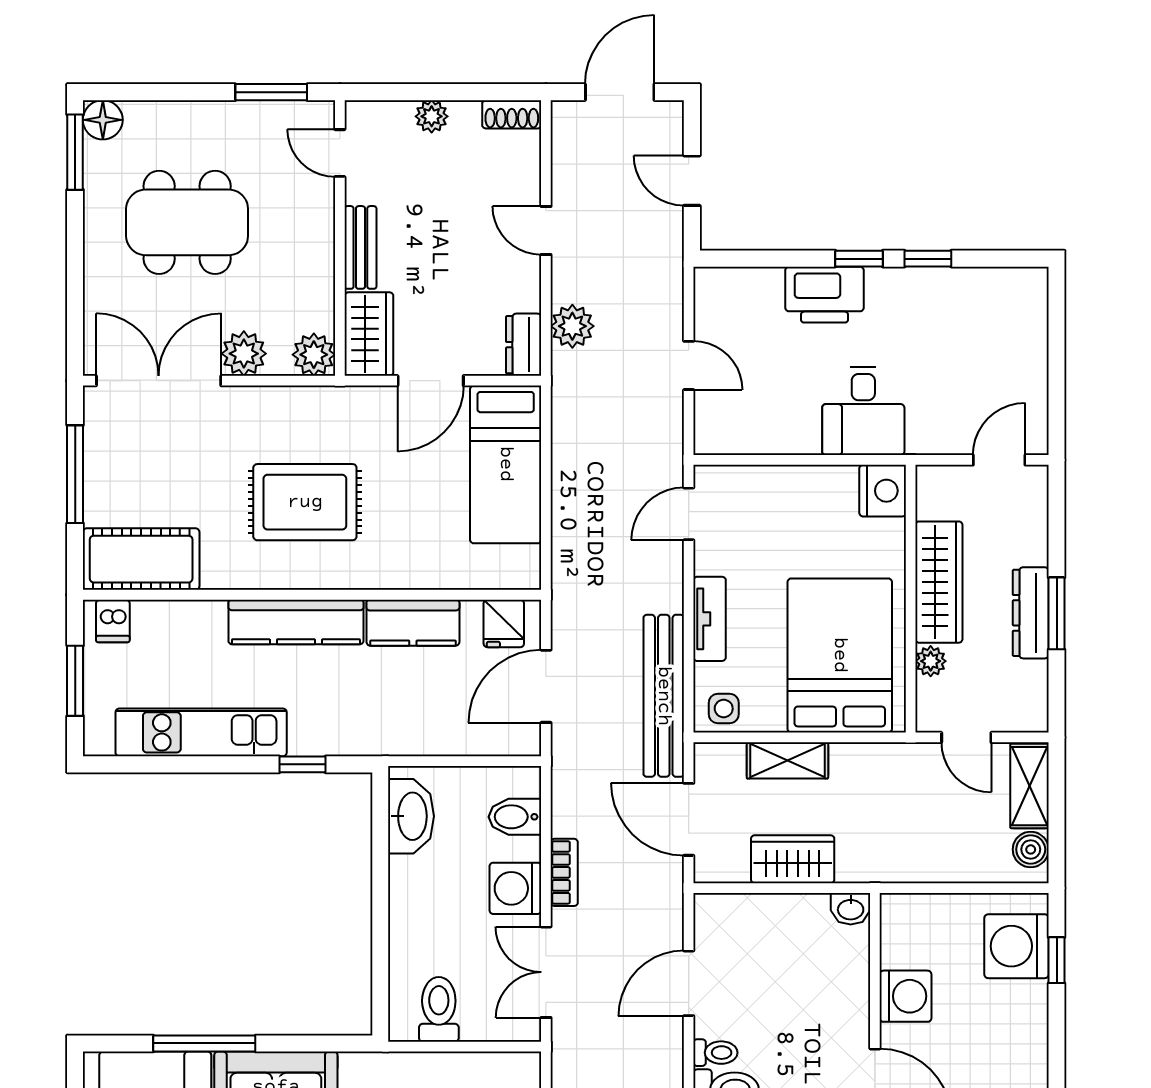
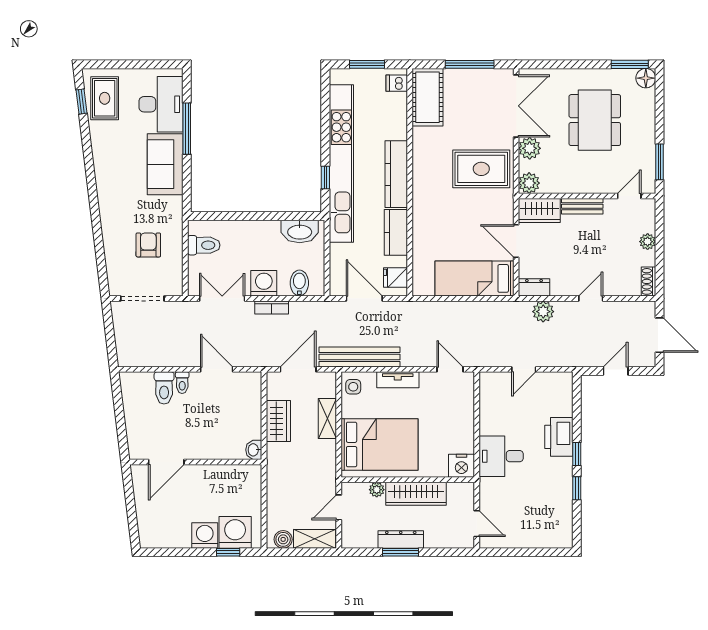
rug: (305, 502) -> (481, 169), moved, turned 90
kitchen unit: (201, 732) -> (341, 164), width x1.86
washing machine: (906, 996) -> (205, 535), moved, turned 180

